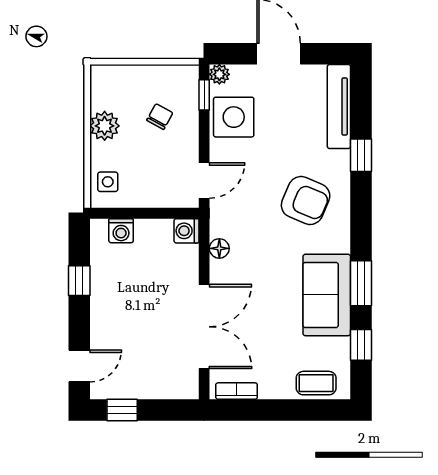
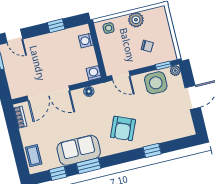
tv unit: (339, 106) -> (174, 134), removed

